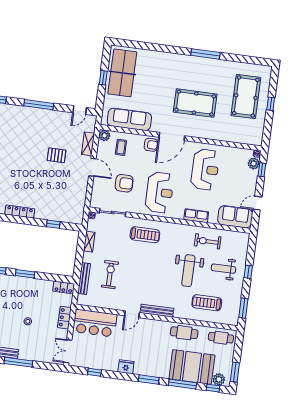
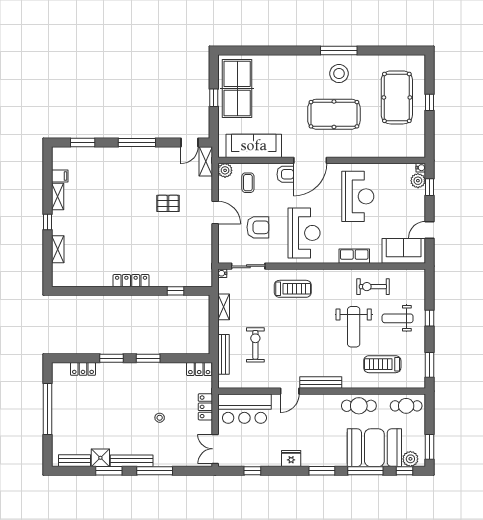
stool: (203, 72) -> (339, 74), added
shelving: (88, 144) -> (206, 161), moved

